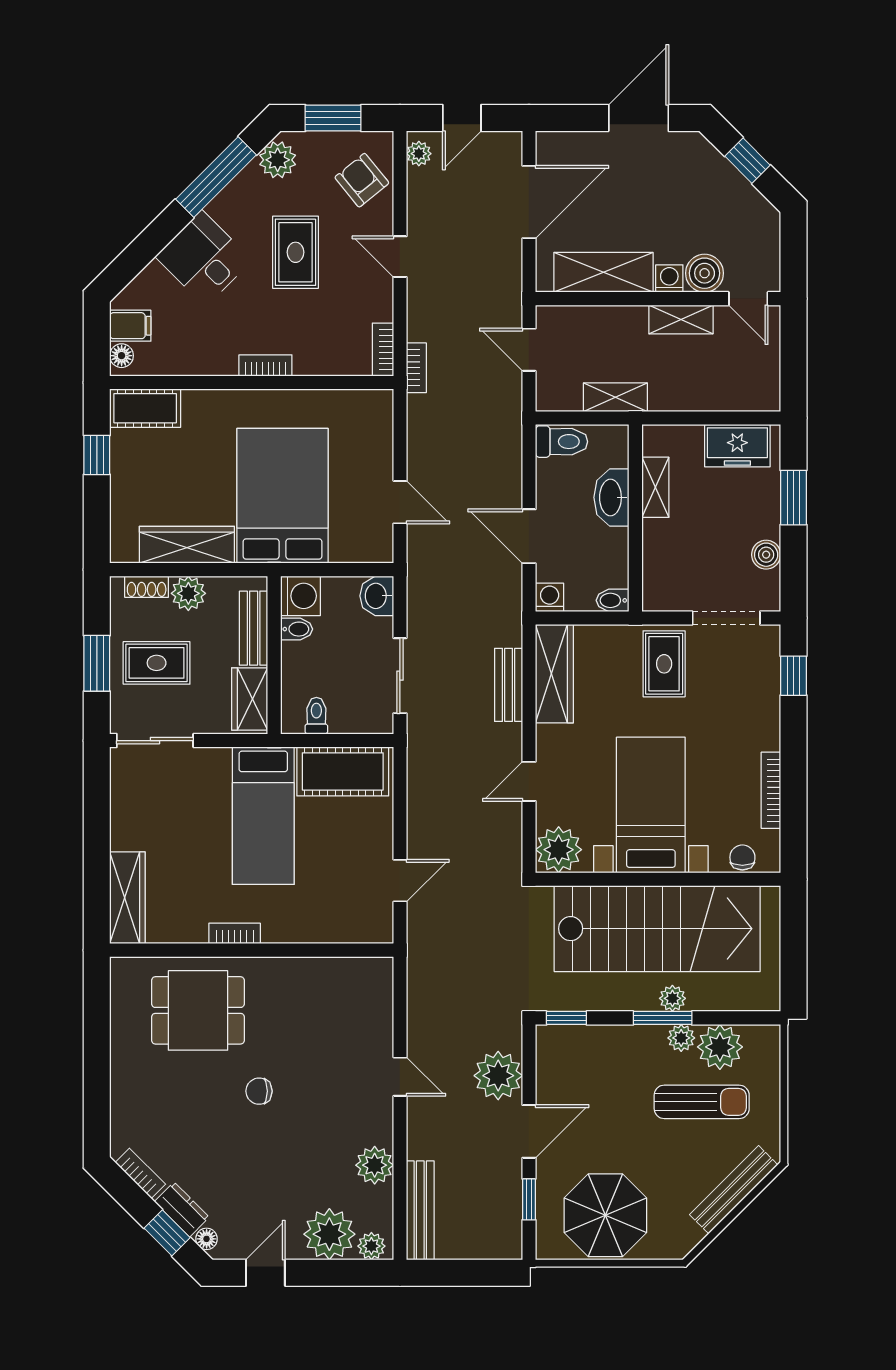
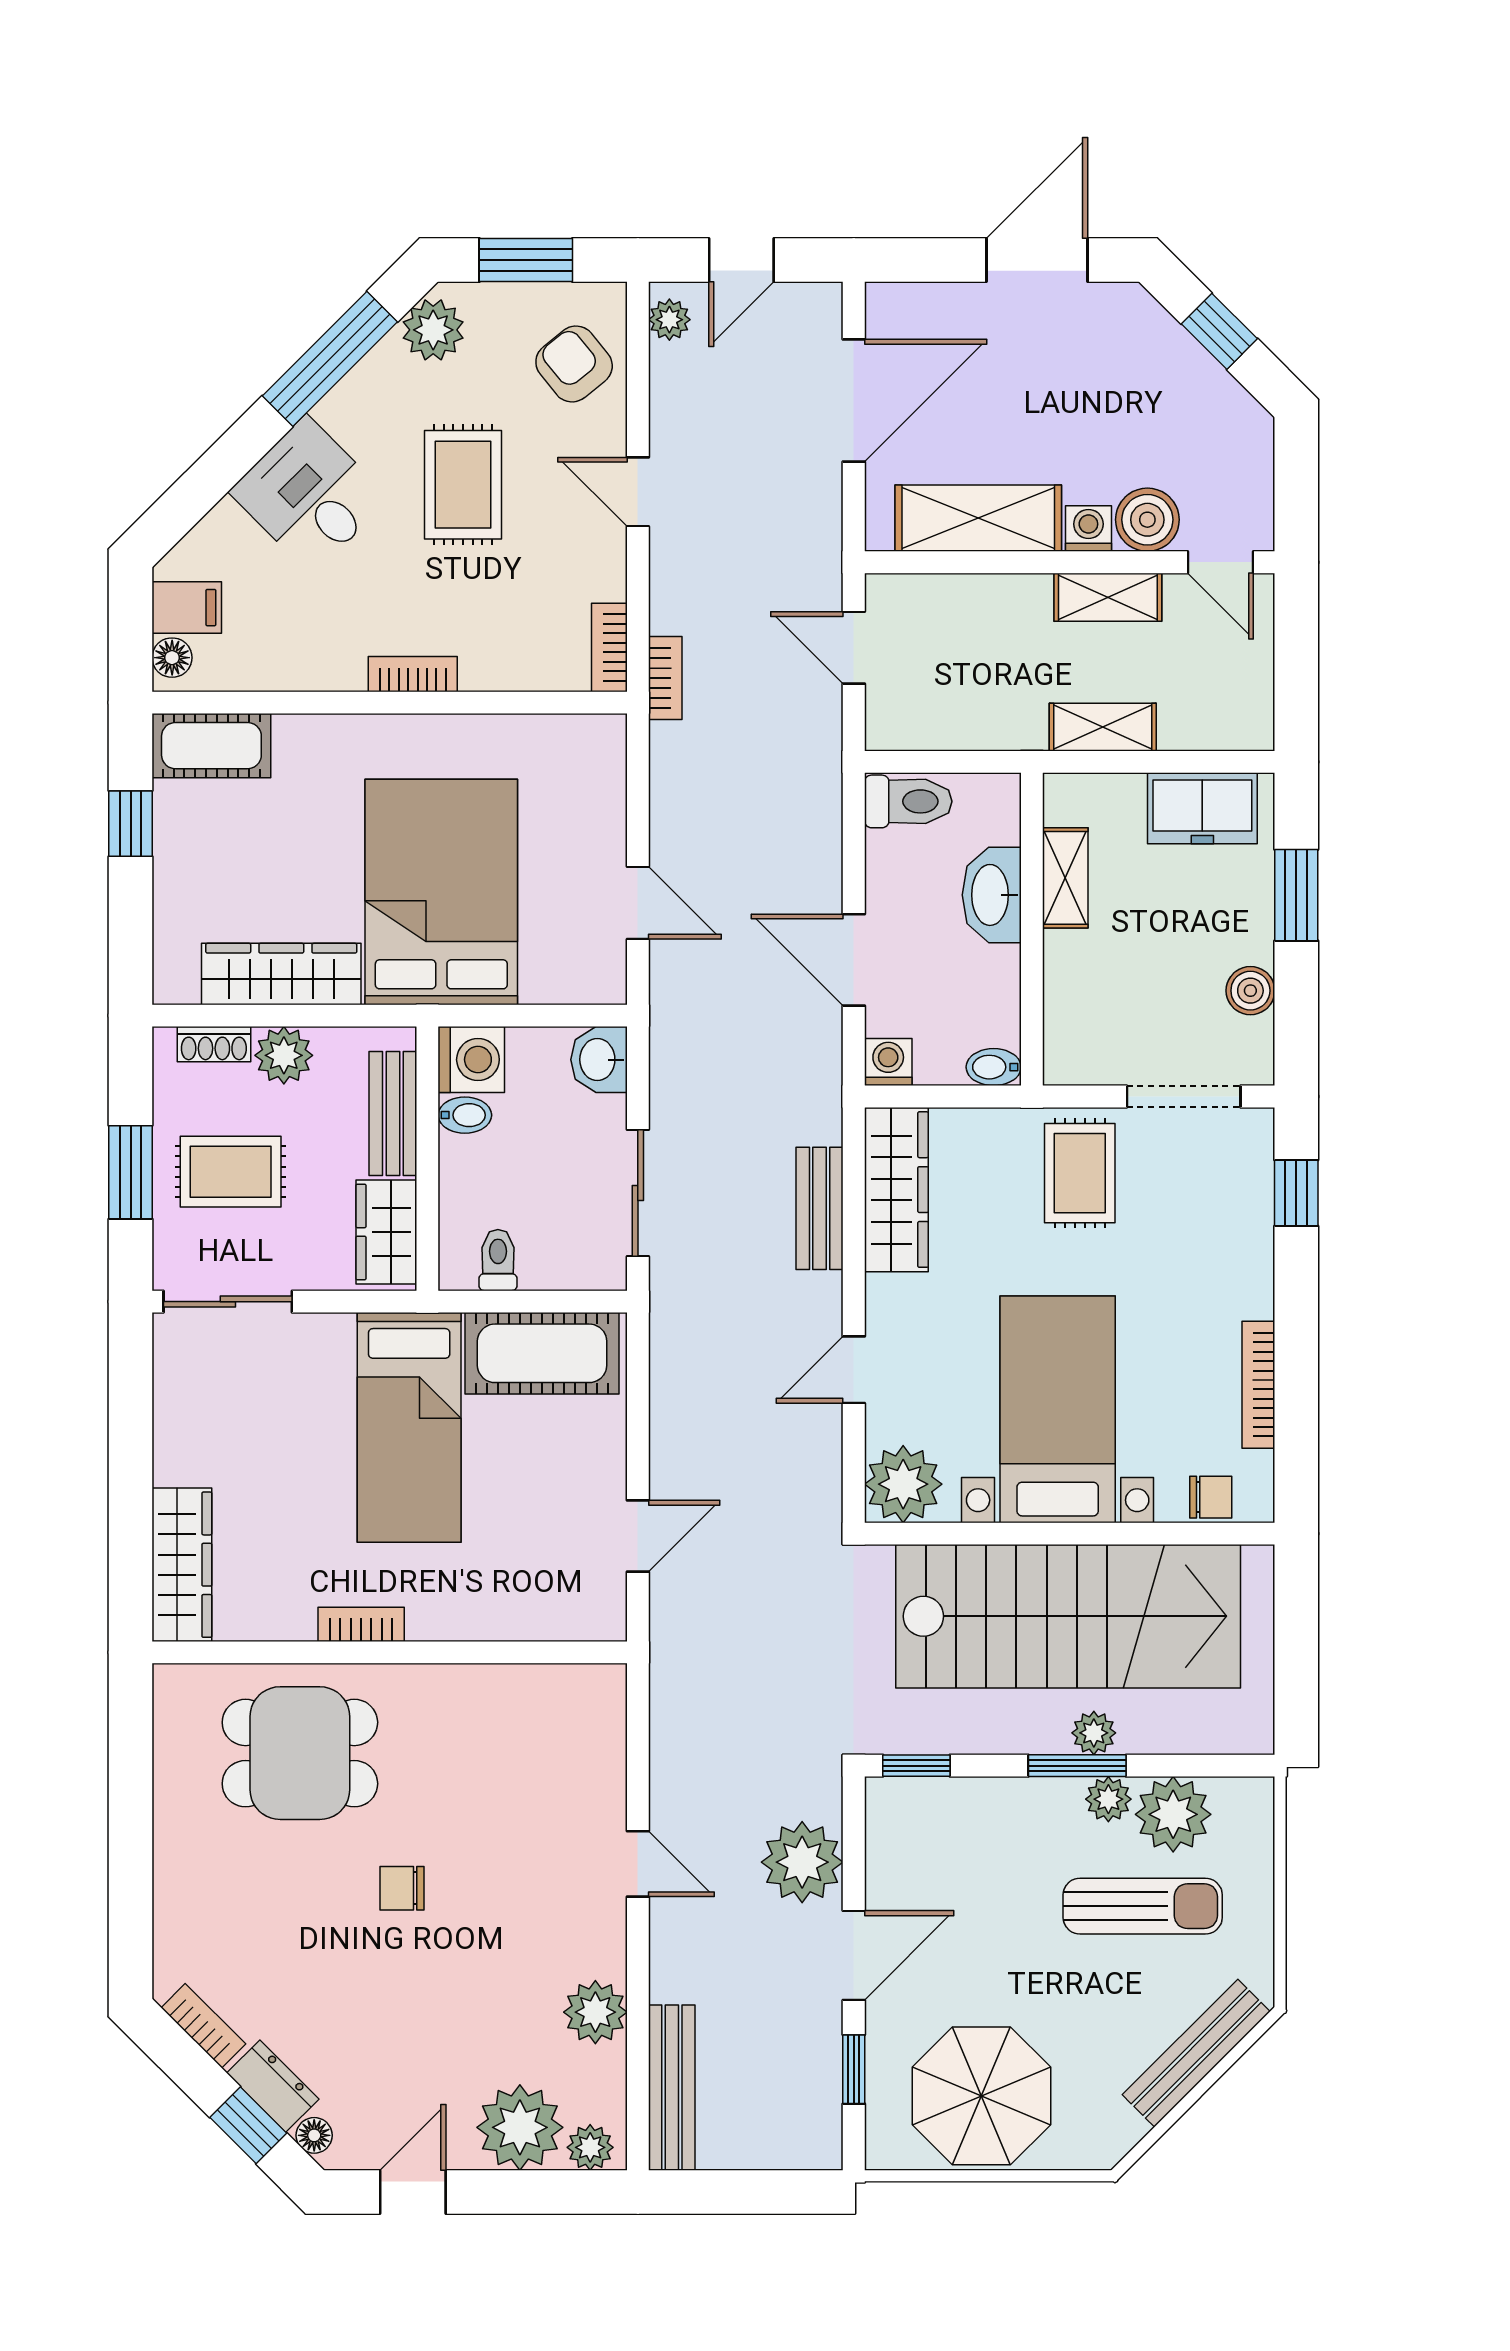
shelving: (615, 397) -> (1103, 727), moved
chair: (742, 857) -> (1211, 1497), turned 90

